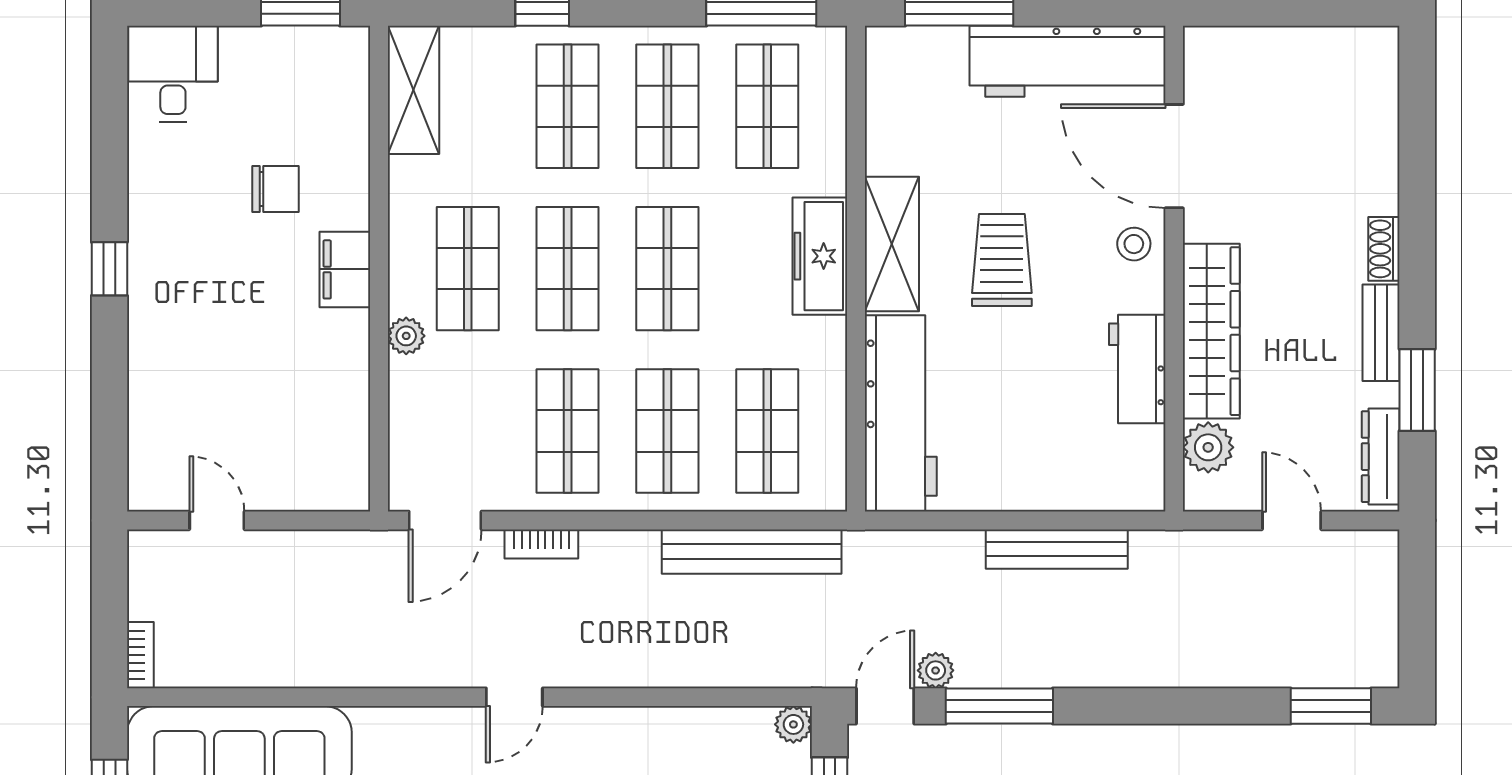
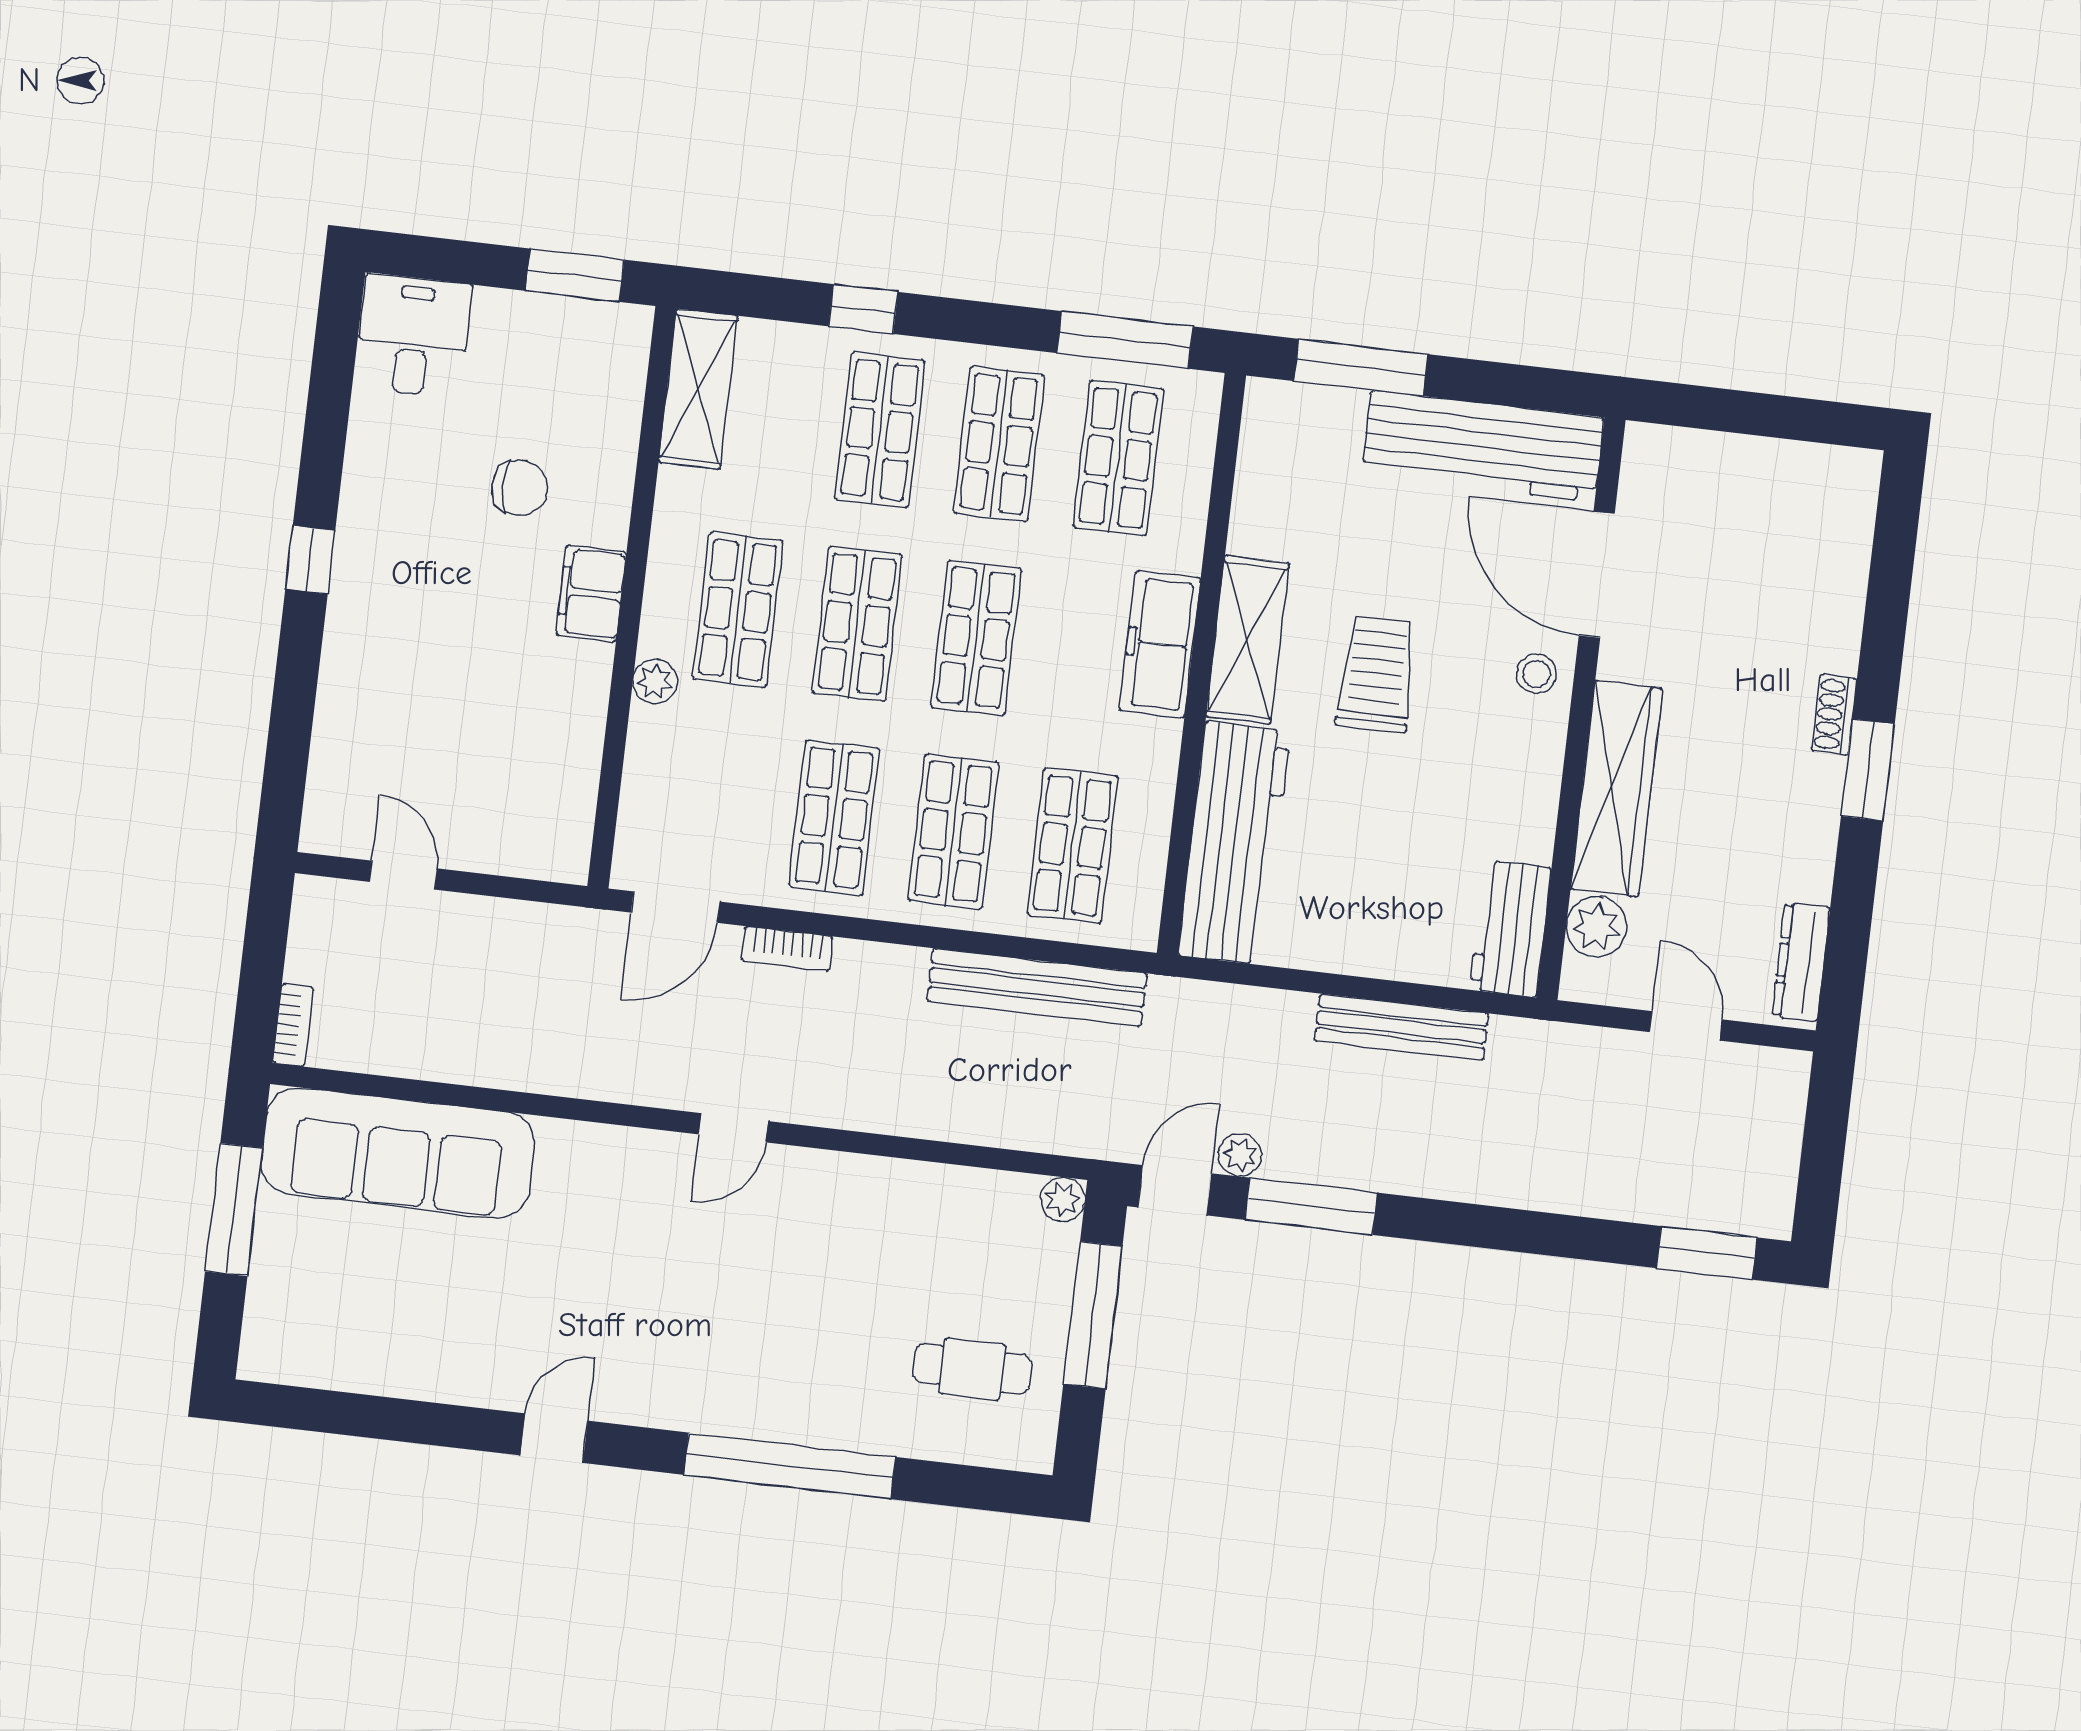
bench: (1381, 333) -> (1819, 814), removed
workbench: (1137, 369) -> (1510, 929), moved
window: (1417, 390) -> (1868, 770), moved

